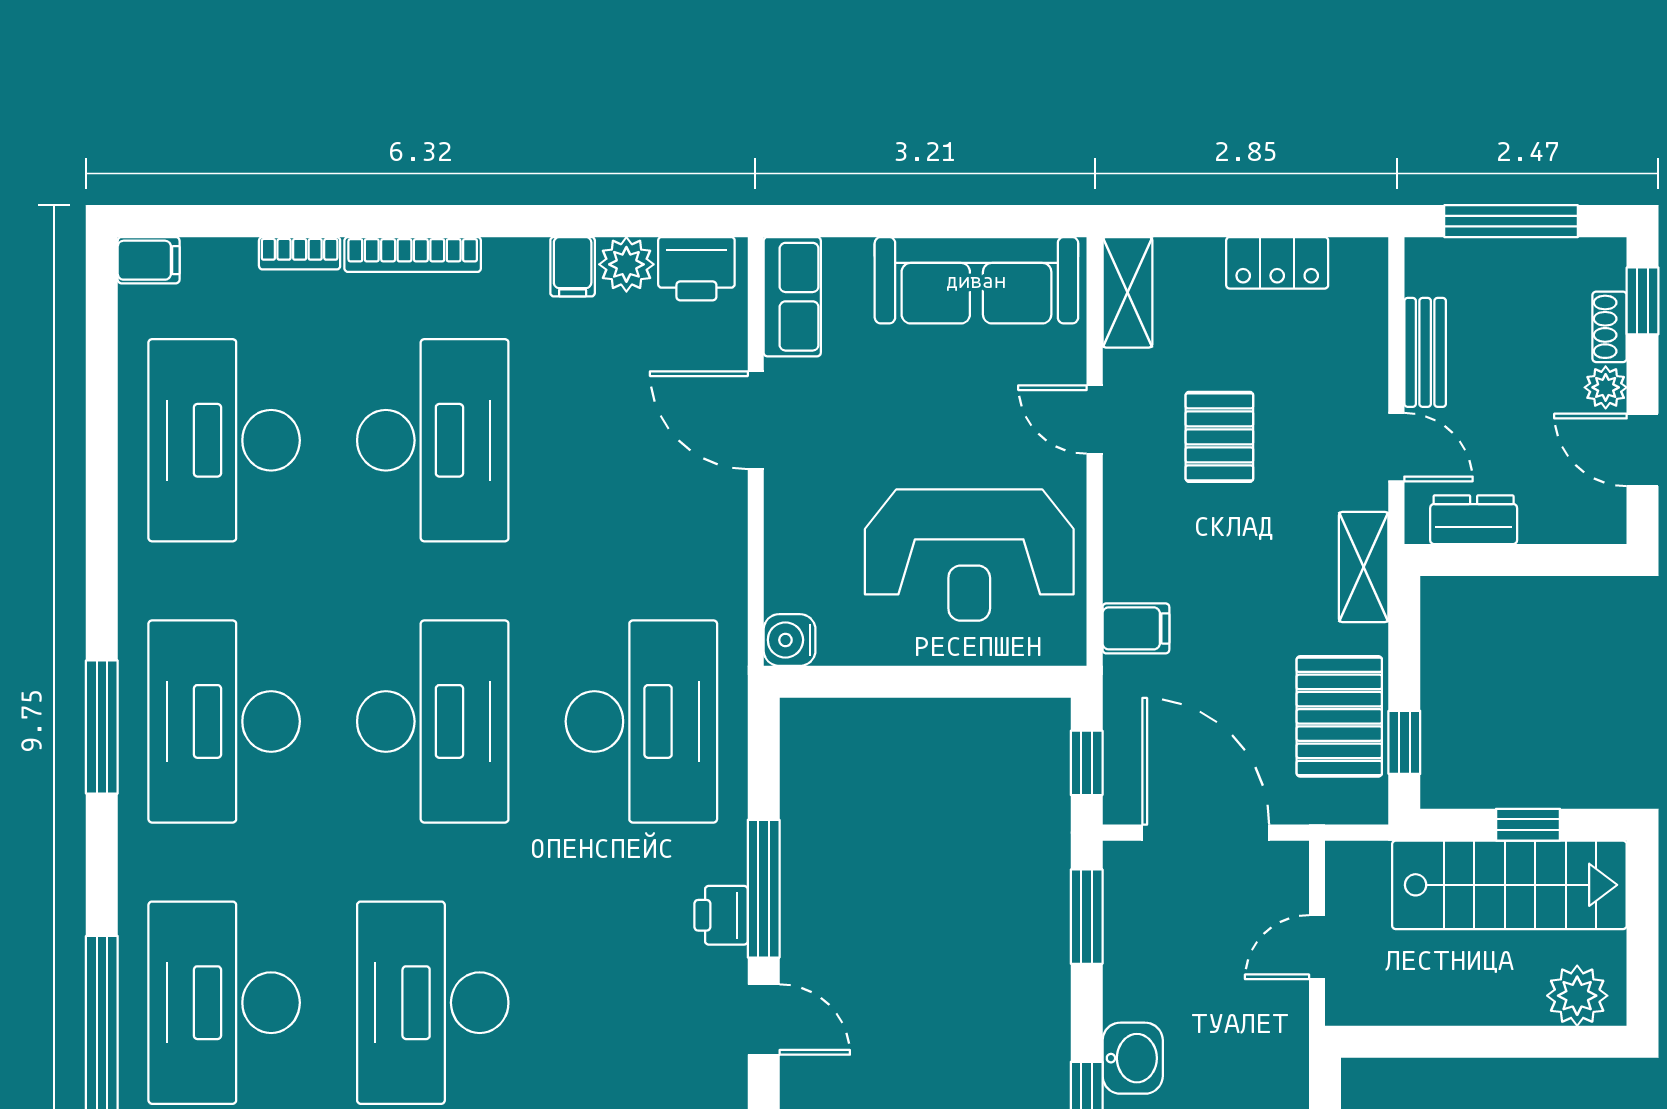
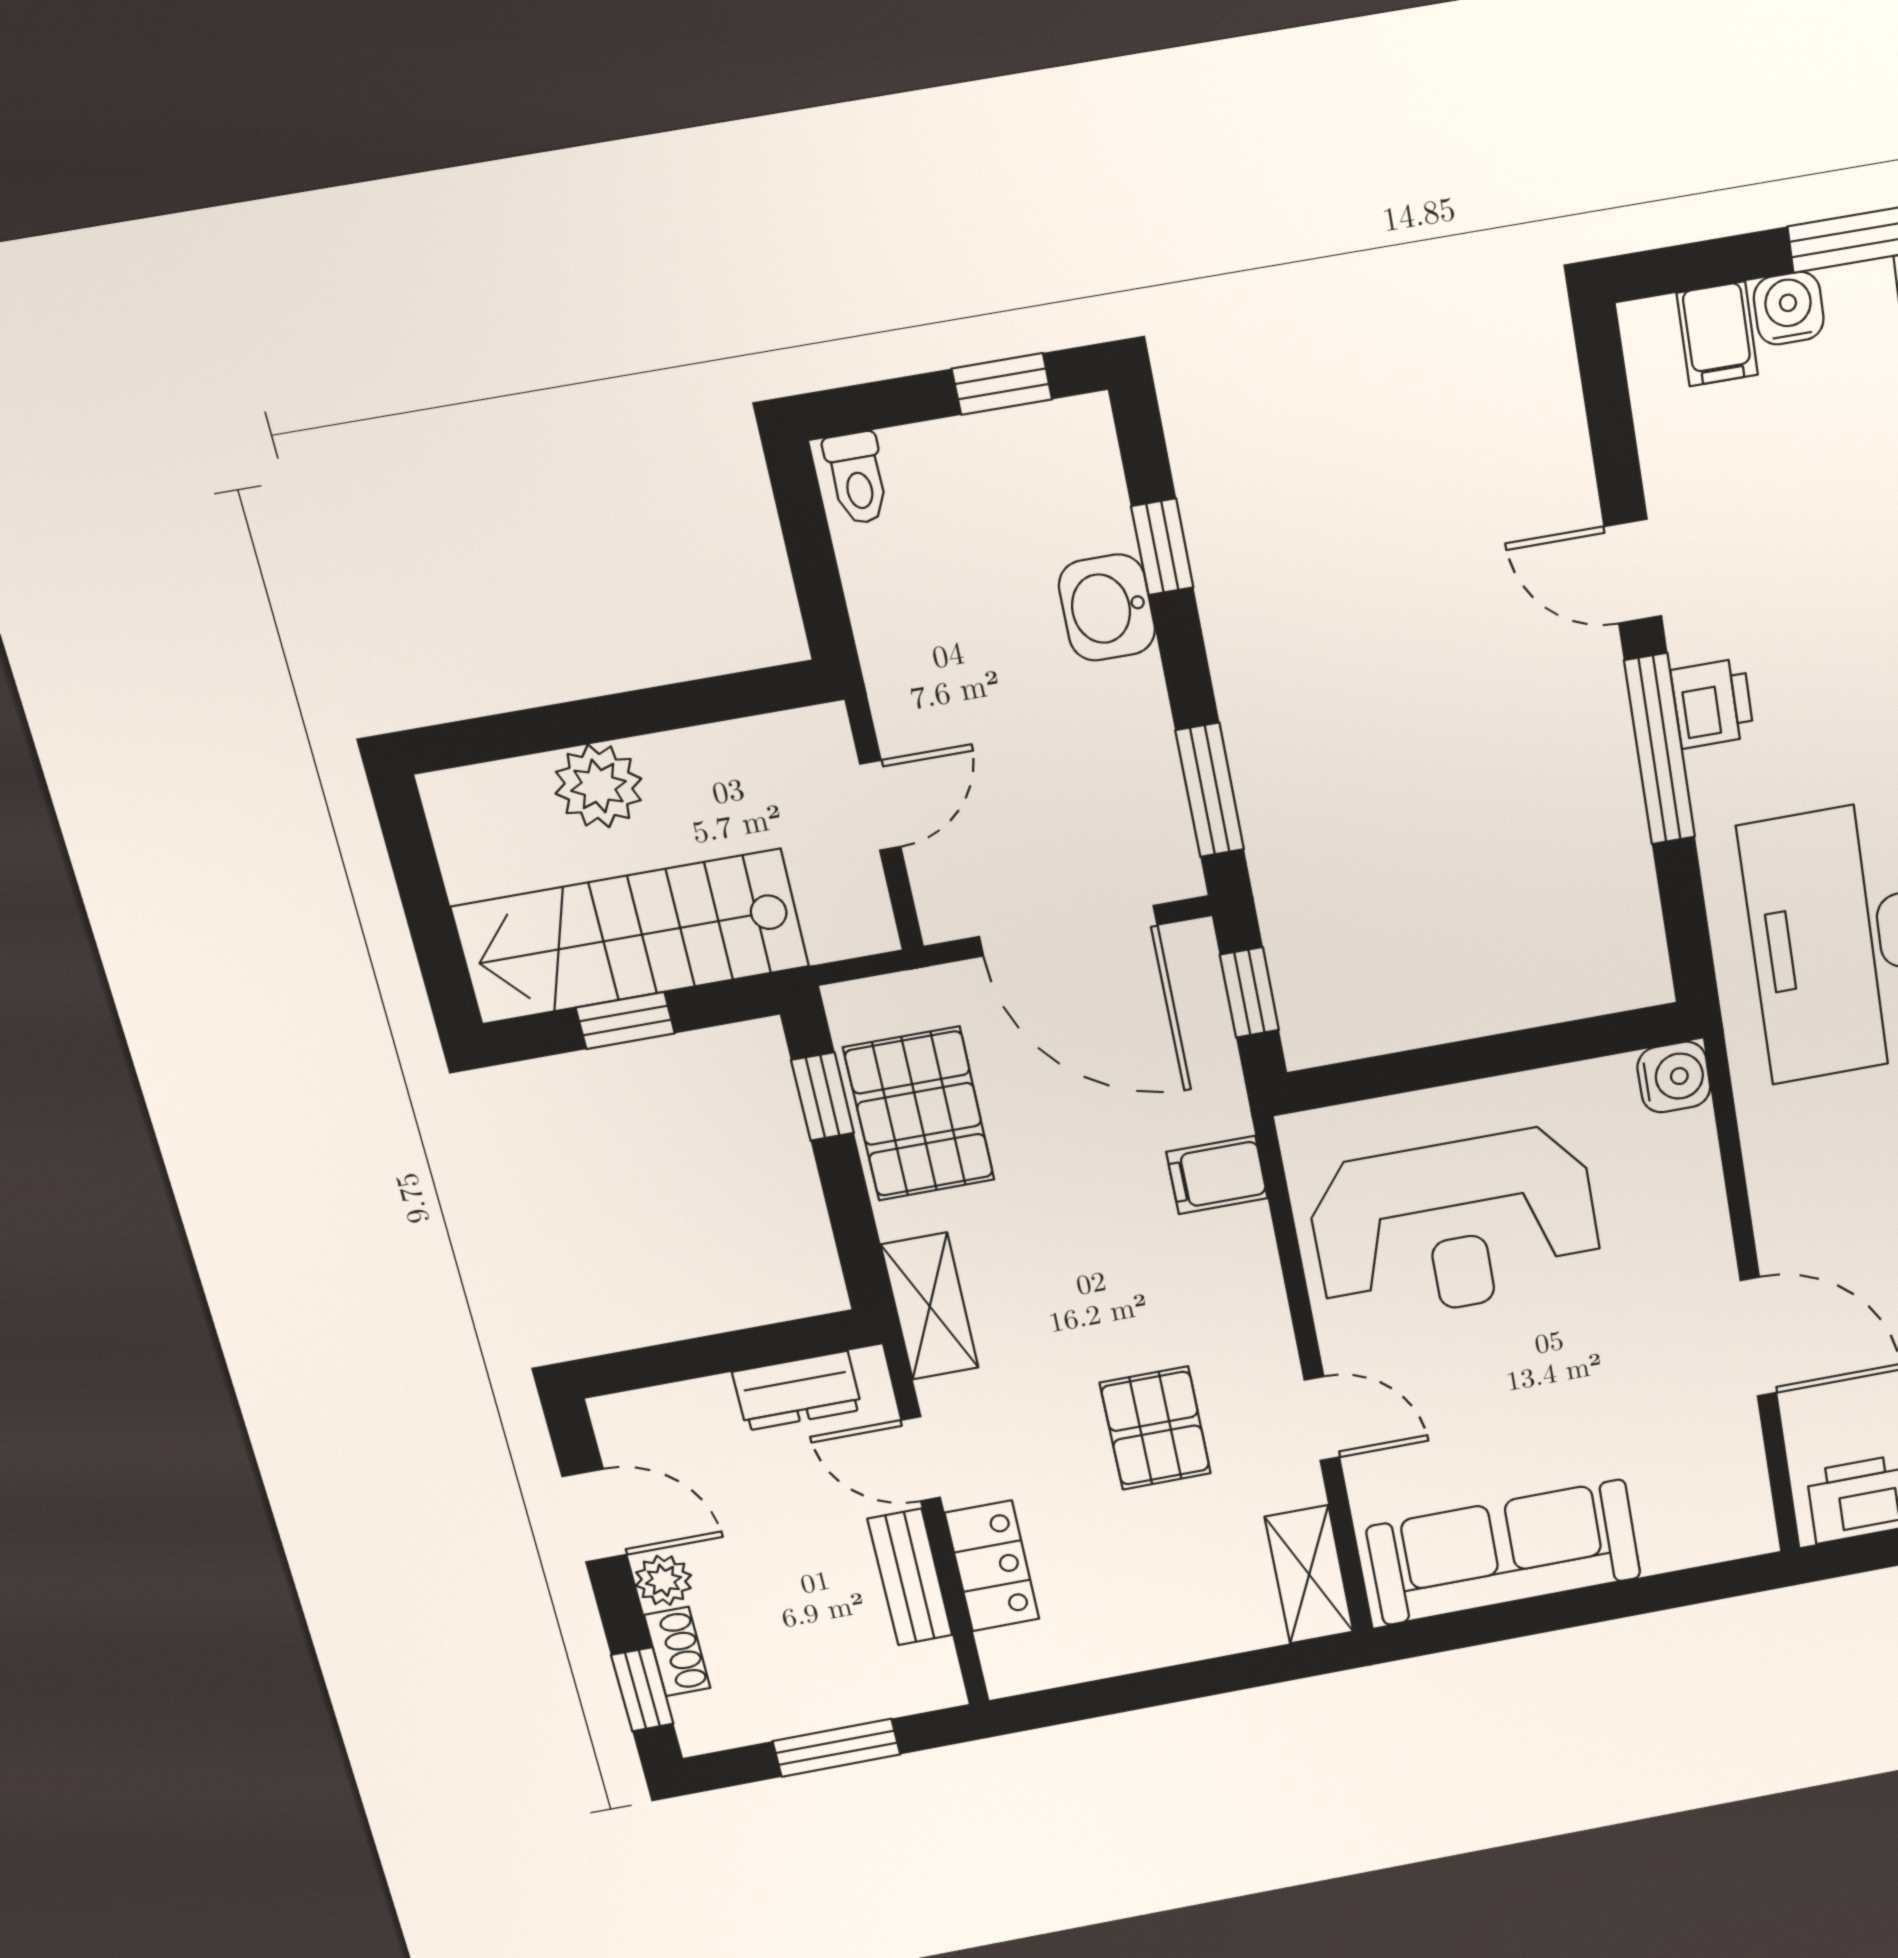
window: (1511, 221) -> (836, 1748), width x0.69
locker: (1277, 263) -> (992, 1566), moved, turned 90
row of seats: (792, 297) -> (1734, 1490), removed
reception desk: (969, 555) -> (1455, 1225), turned 180
plant: (1577, 996) -> (598, 786), moved

